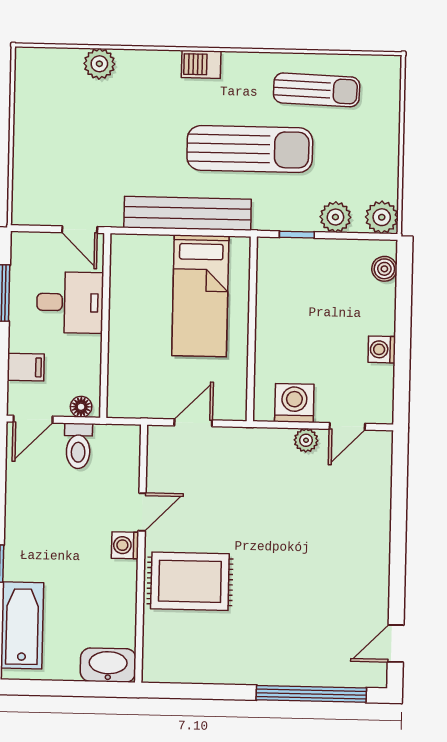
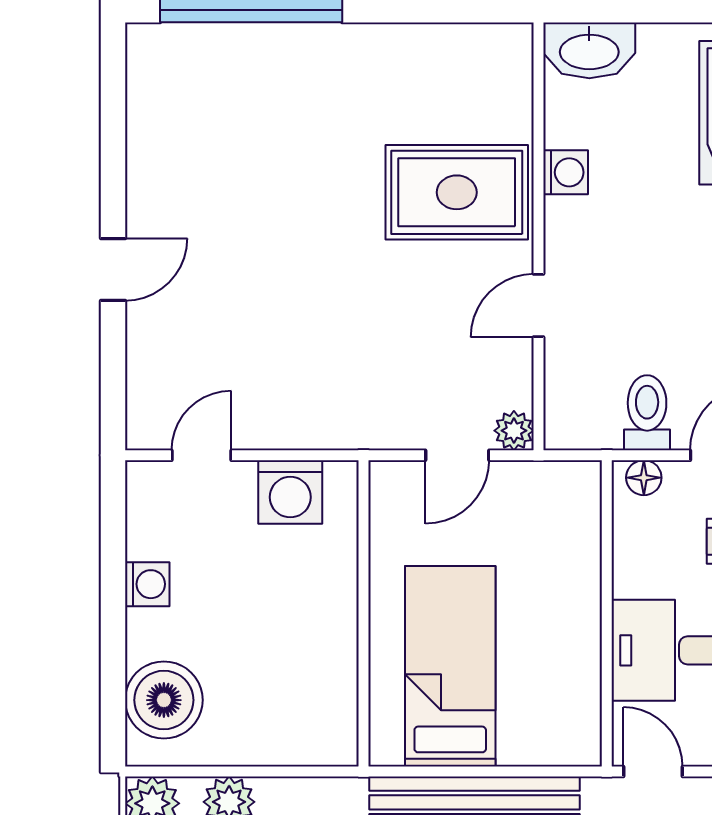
window: (297, 235) -> (292, 771), removed
boiler: (384, 269) -> (164, 700), width x1.86, depth x1.86
plant: (306, 440) -> (514, 431), moved
washing machine: (125, 545) -> (566, 172), moved
door: (396, 644) -> (113, 269), moved

